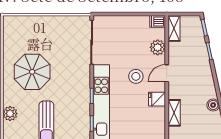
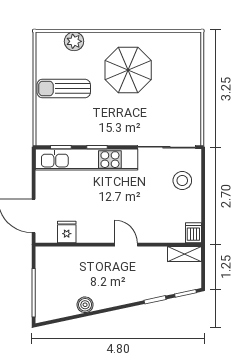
plant: (158, 47) -> (160, 233), removed
stool: (136, 76) -> (182, 181), moved
fridge: (157, 99) -> (67, 232), moved
shelving: (174, 113) -> (75, 254), removed

